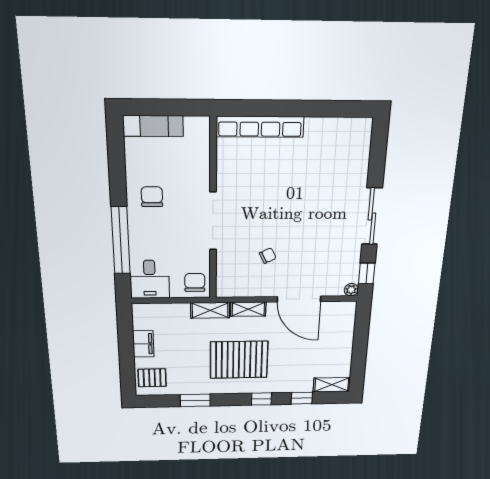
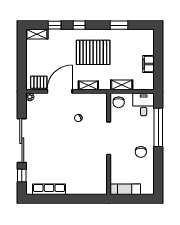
exam couch: (153, 126) -> (125, 189), moved
row of seats: (260, 127) -> (49, 189), moved, width x0.73
sliding door: (372, 216) -> (22, 141), width x1.36
window: (367, 273) -> (22, 175), moved
door: (299, 299) -> (60, 91), hinge flipped
shelving: (210, 310) -> (122, 85), moved
pallet: (152, 378) -> (39, 82), moved

